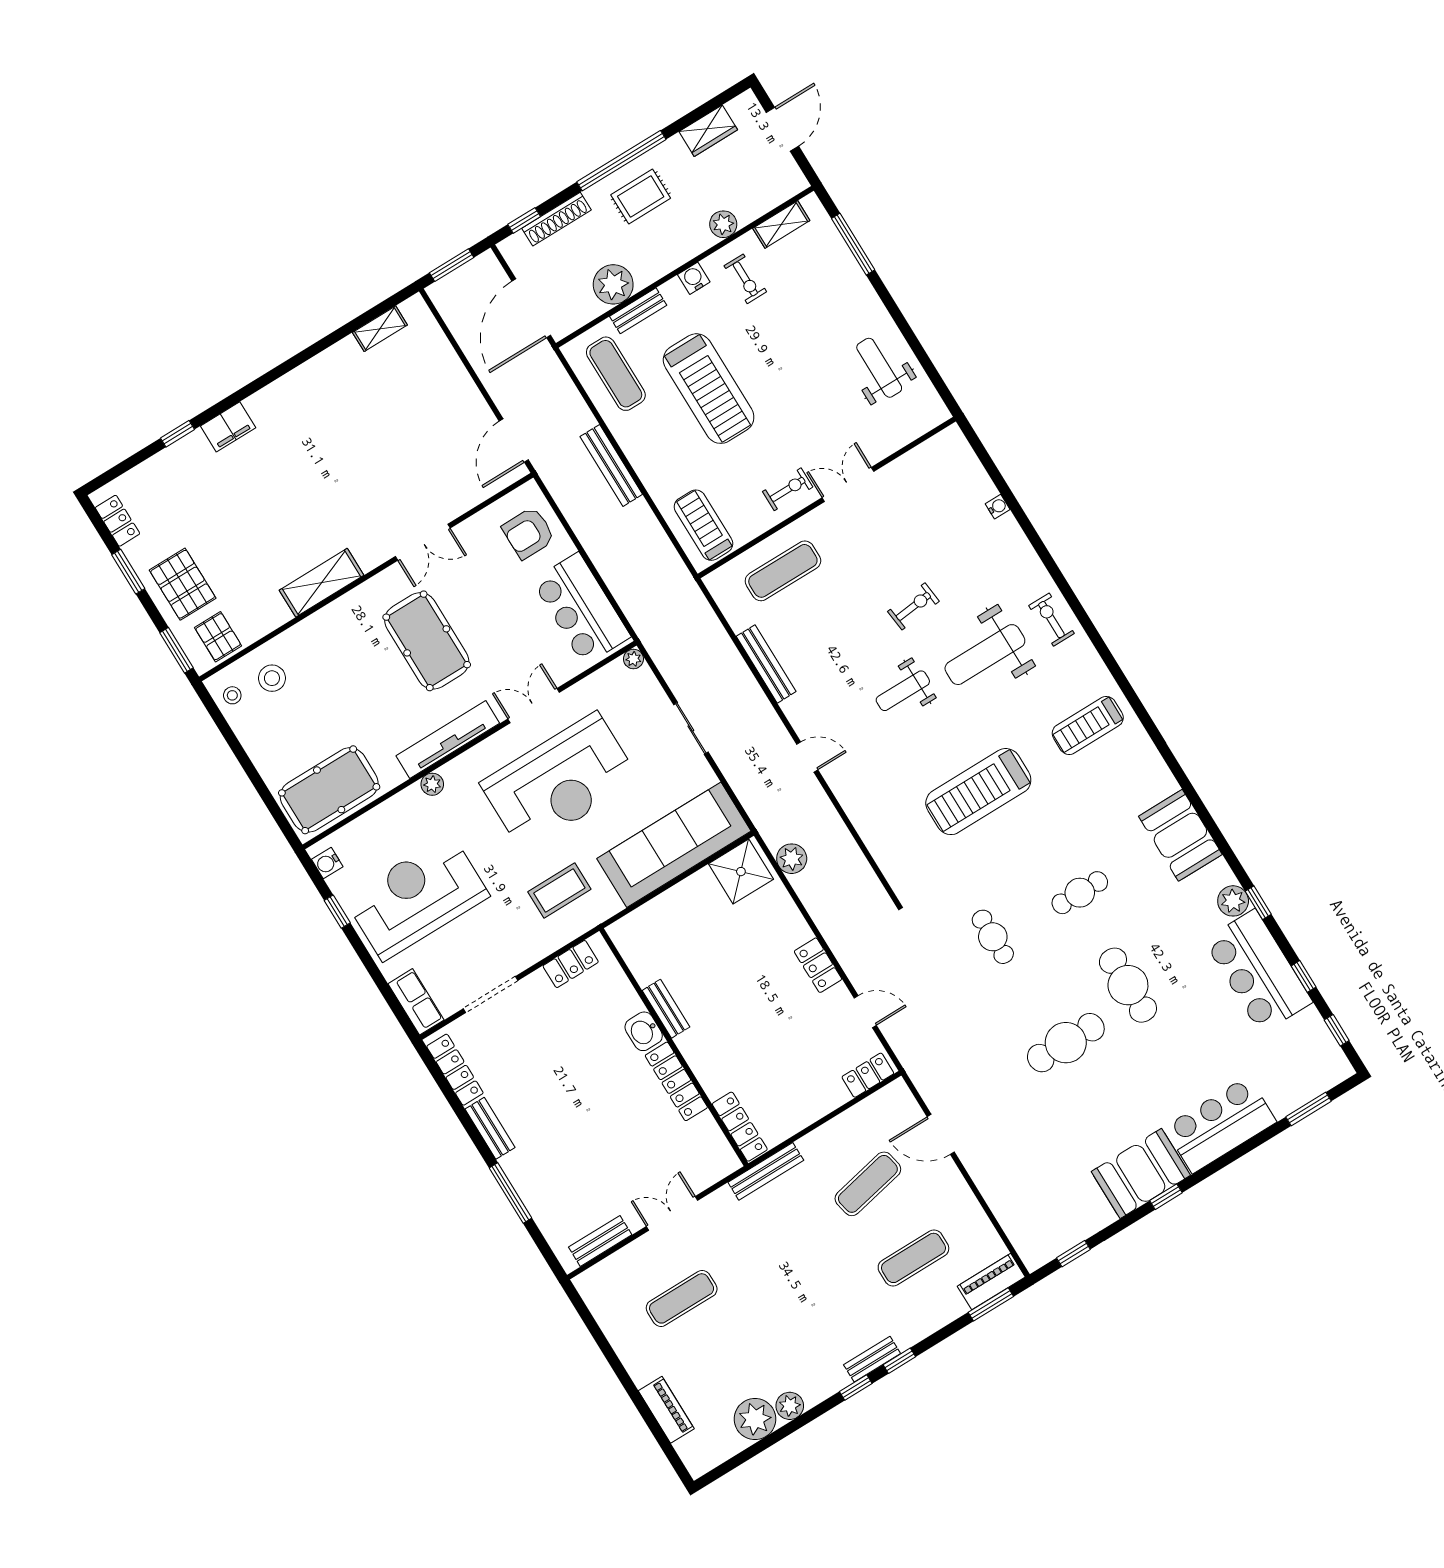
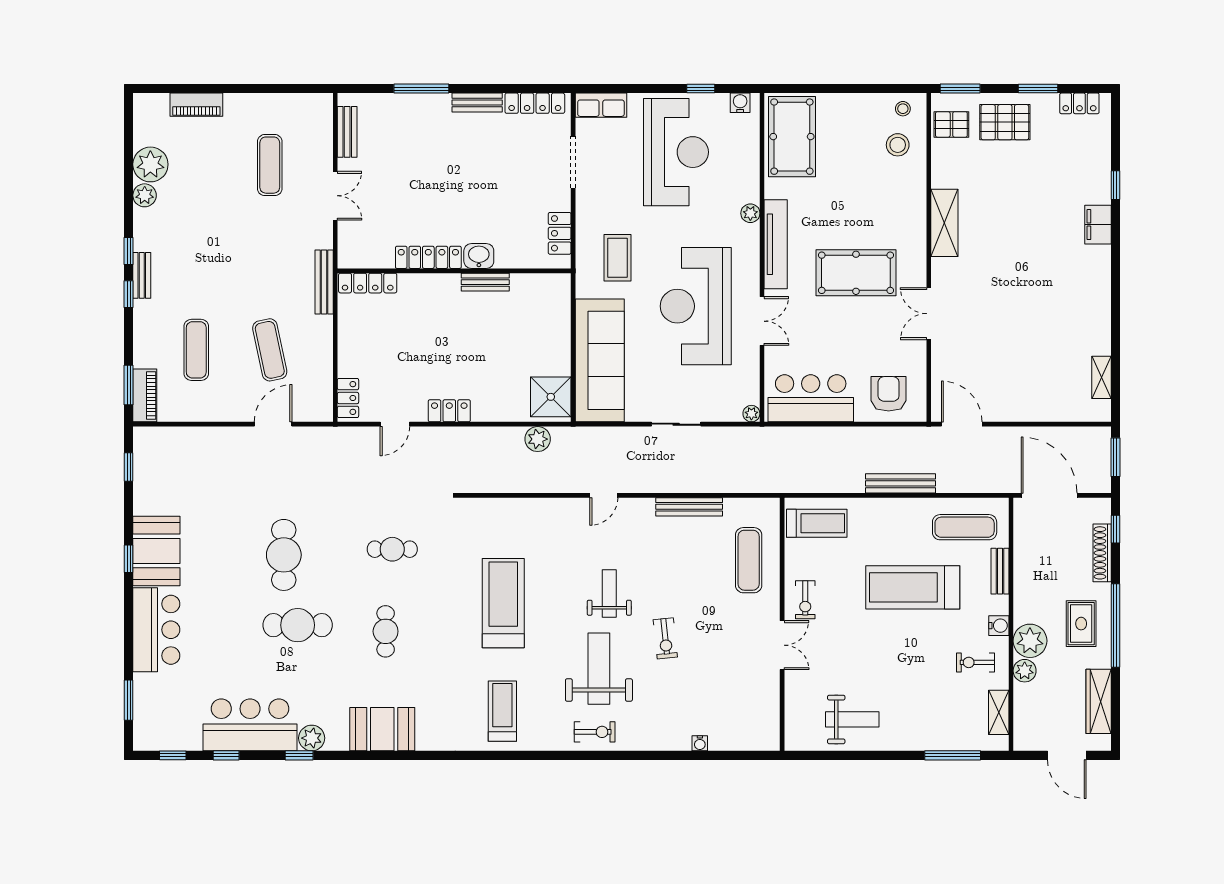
wardrobe: (708, 131) -> (1099, 701), width x1.50
plant: (613, 284) -> (1030, 641), moved

